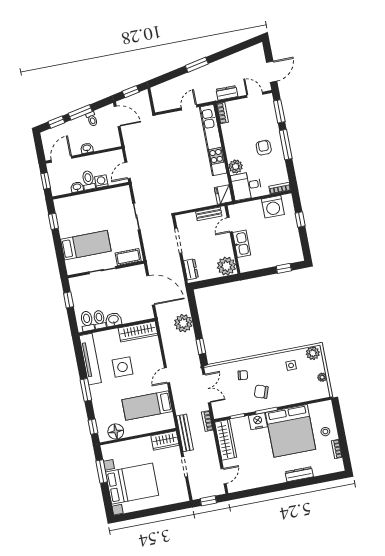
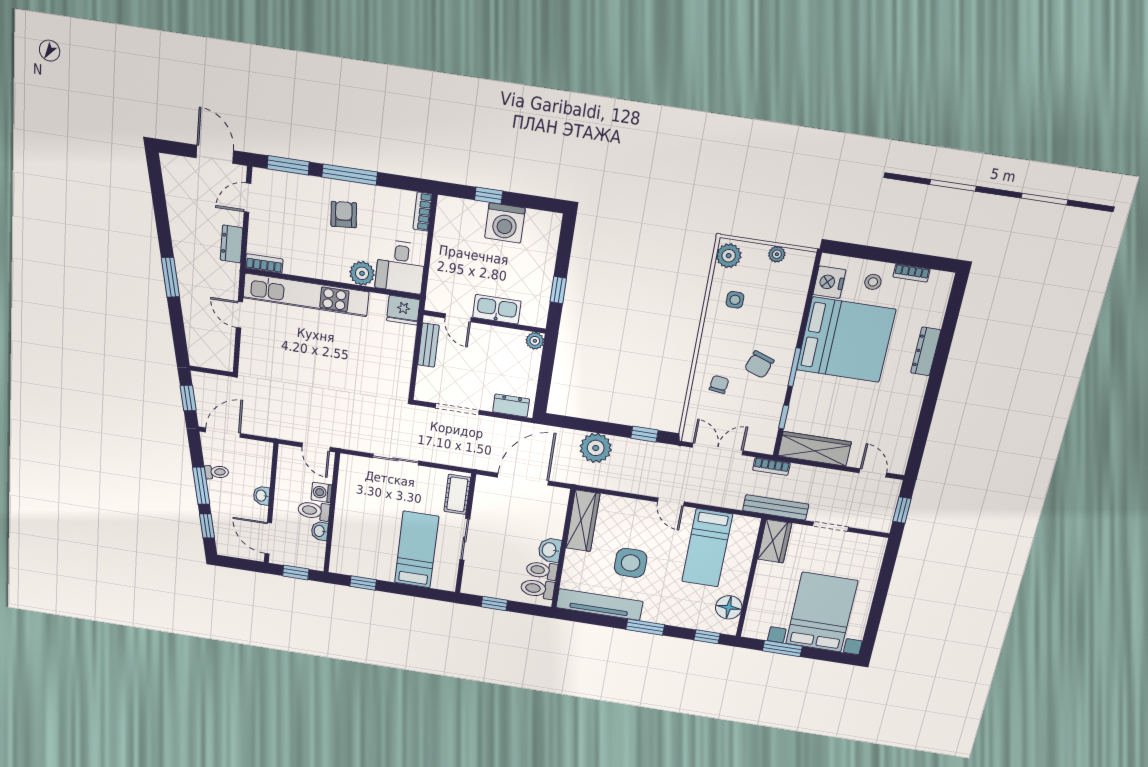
armchair: (264, 148) -> (344, 215), turned 85
washing machine: (273, 207) -> (505, 223), moved, turned 90
plant: (226, 266) -> (535, 341), width x0.53, depth x0.53
window: (284, 268) -> (558, 290), moved
nightstand: (258, 421) -> (829, 282), moved

